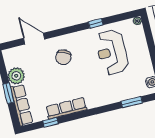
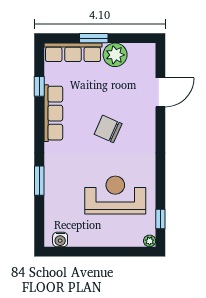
window: (96, 23) -> (160, 219), moved
chair: (63, 57) -> (108, 129), moved
window: (132, 102) -> (39, 181), moved

